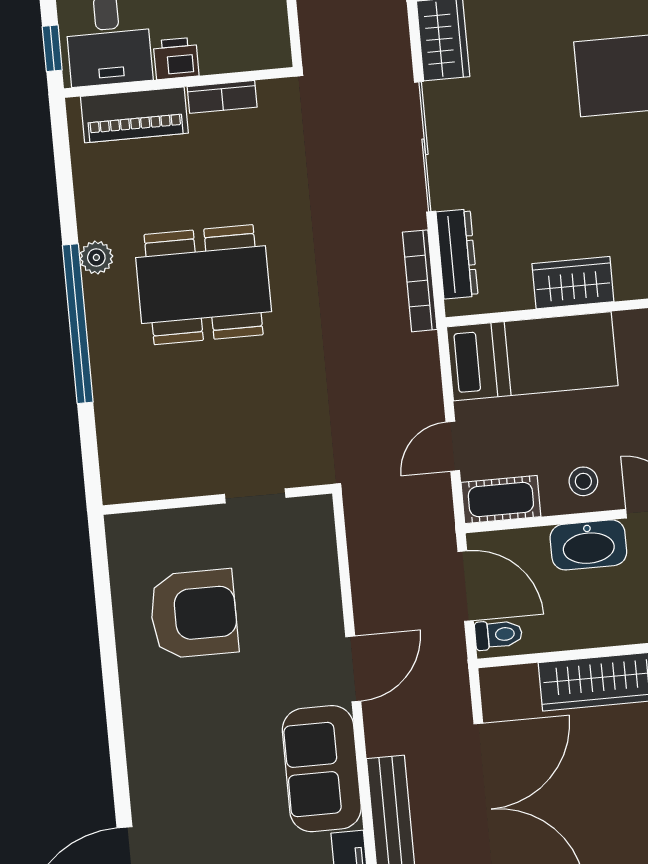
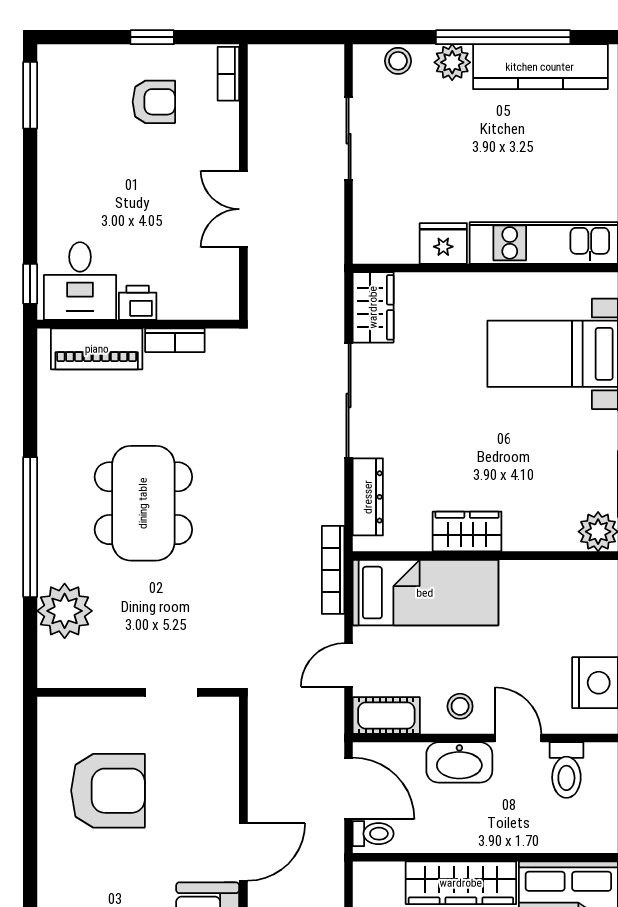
plant: (96, 257) -> (65, 611), moved, width x1.88, depth x1.88
bookcase: (420, 281) -> (333, 570), moved
dining table: (204, 285) -> (143, 503), turned 90

